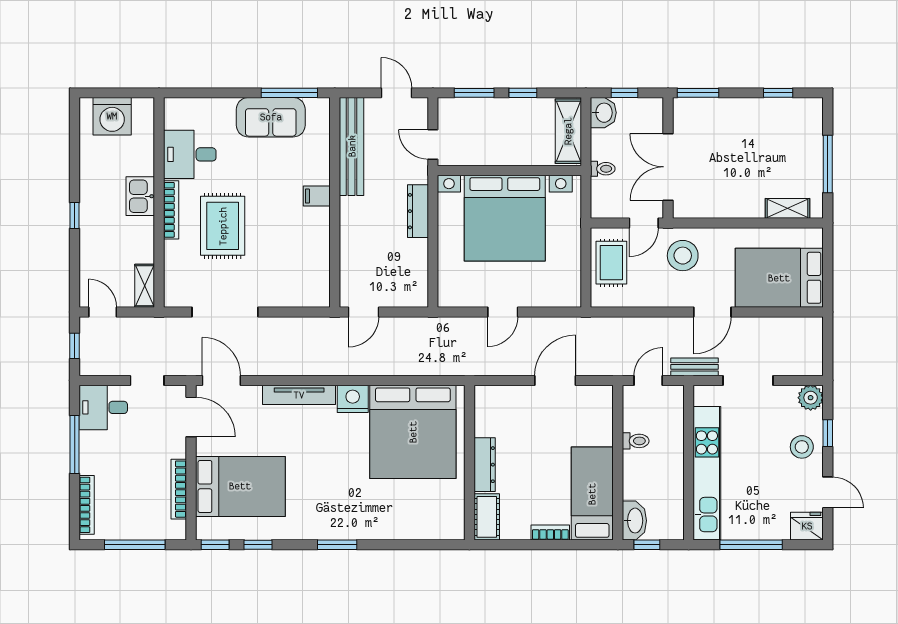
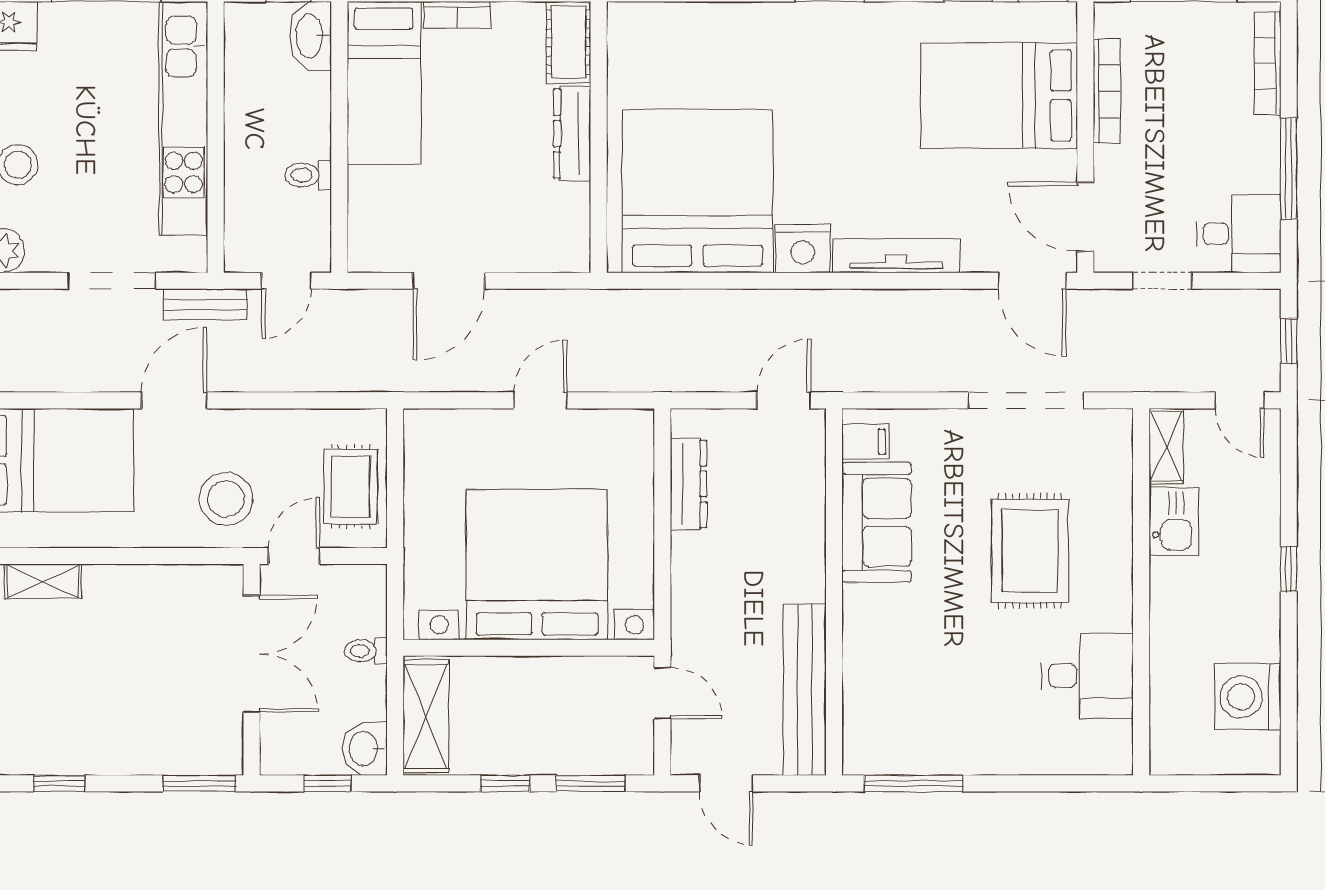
washing machine: (112, 116) -> (1248, 697), moved, turned -90
sofa: (271, 117) -> (877, 522), moved, turned 90
kitchen sink: (140, 196) -> (1174, 521), moved
filing cabinet: (317, 196) -> (865, 442), moved
bookcase: (171, 210) -> (1120, 579), removed
dresser: (418, 211) -> (689, 484), moved

